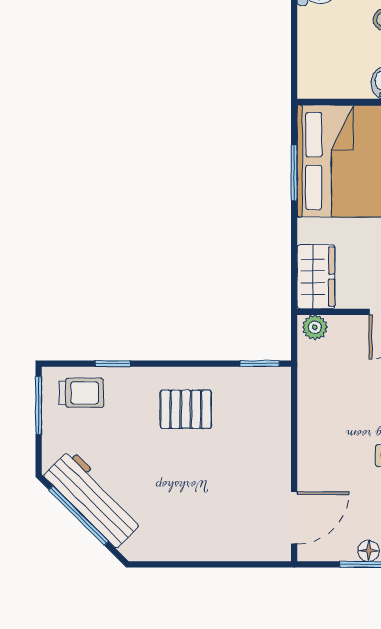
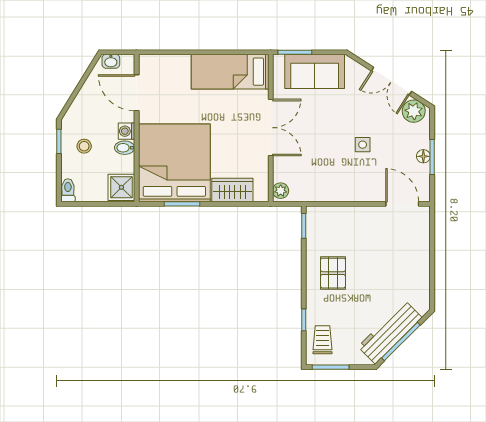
shower: (320, 78) -> (121, 187), added
wardrobe: (316, 277) -> (232, 190), moved

